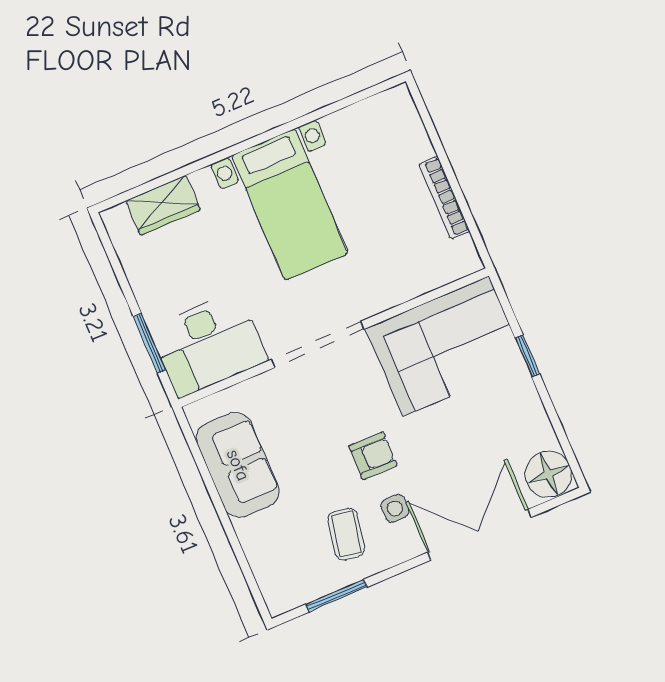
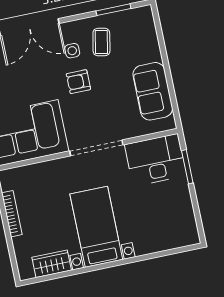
wardrobe: (163, 205) -> (52, 264), moved

